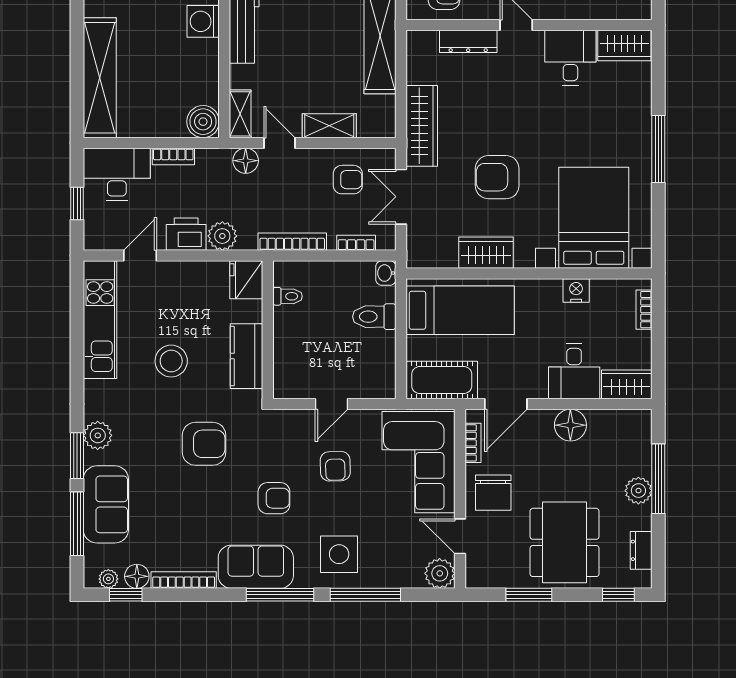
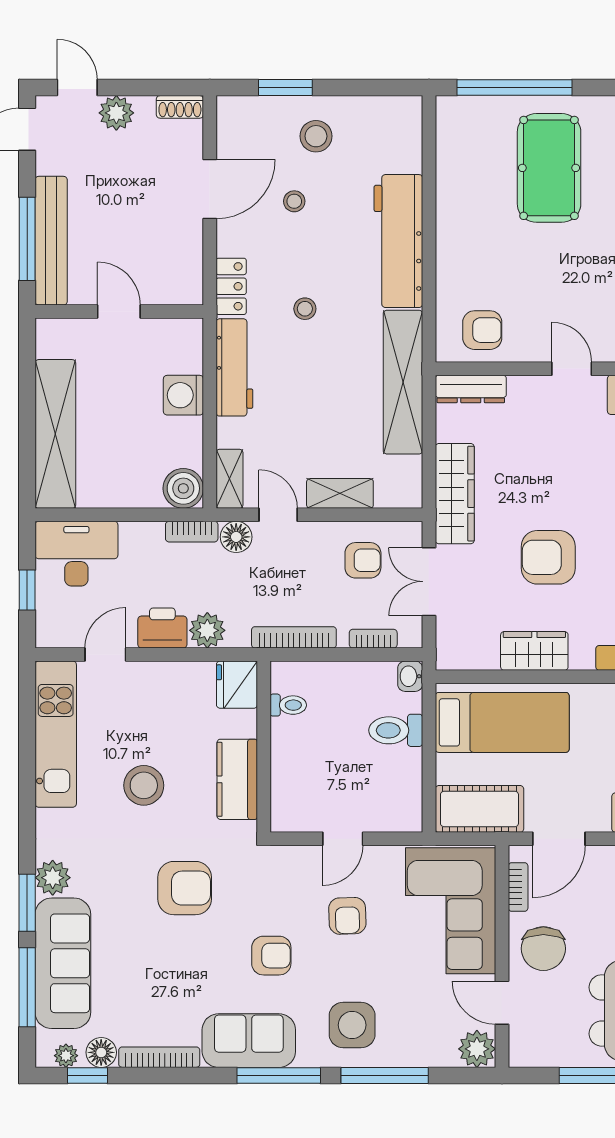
washing machine: (203, 21) -> (183, 395), moved
dresser: (468, 41) -> (471, 389), moved
bookcase: (173, 156) -> (192, 532), moved
sofa: (106, 504) -> (63, 963), width x1.36

